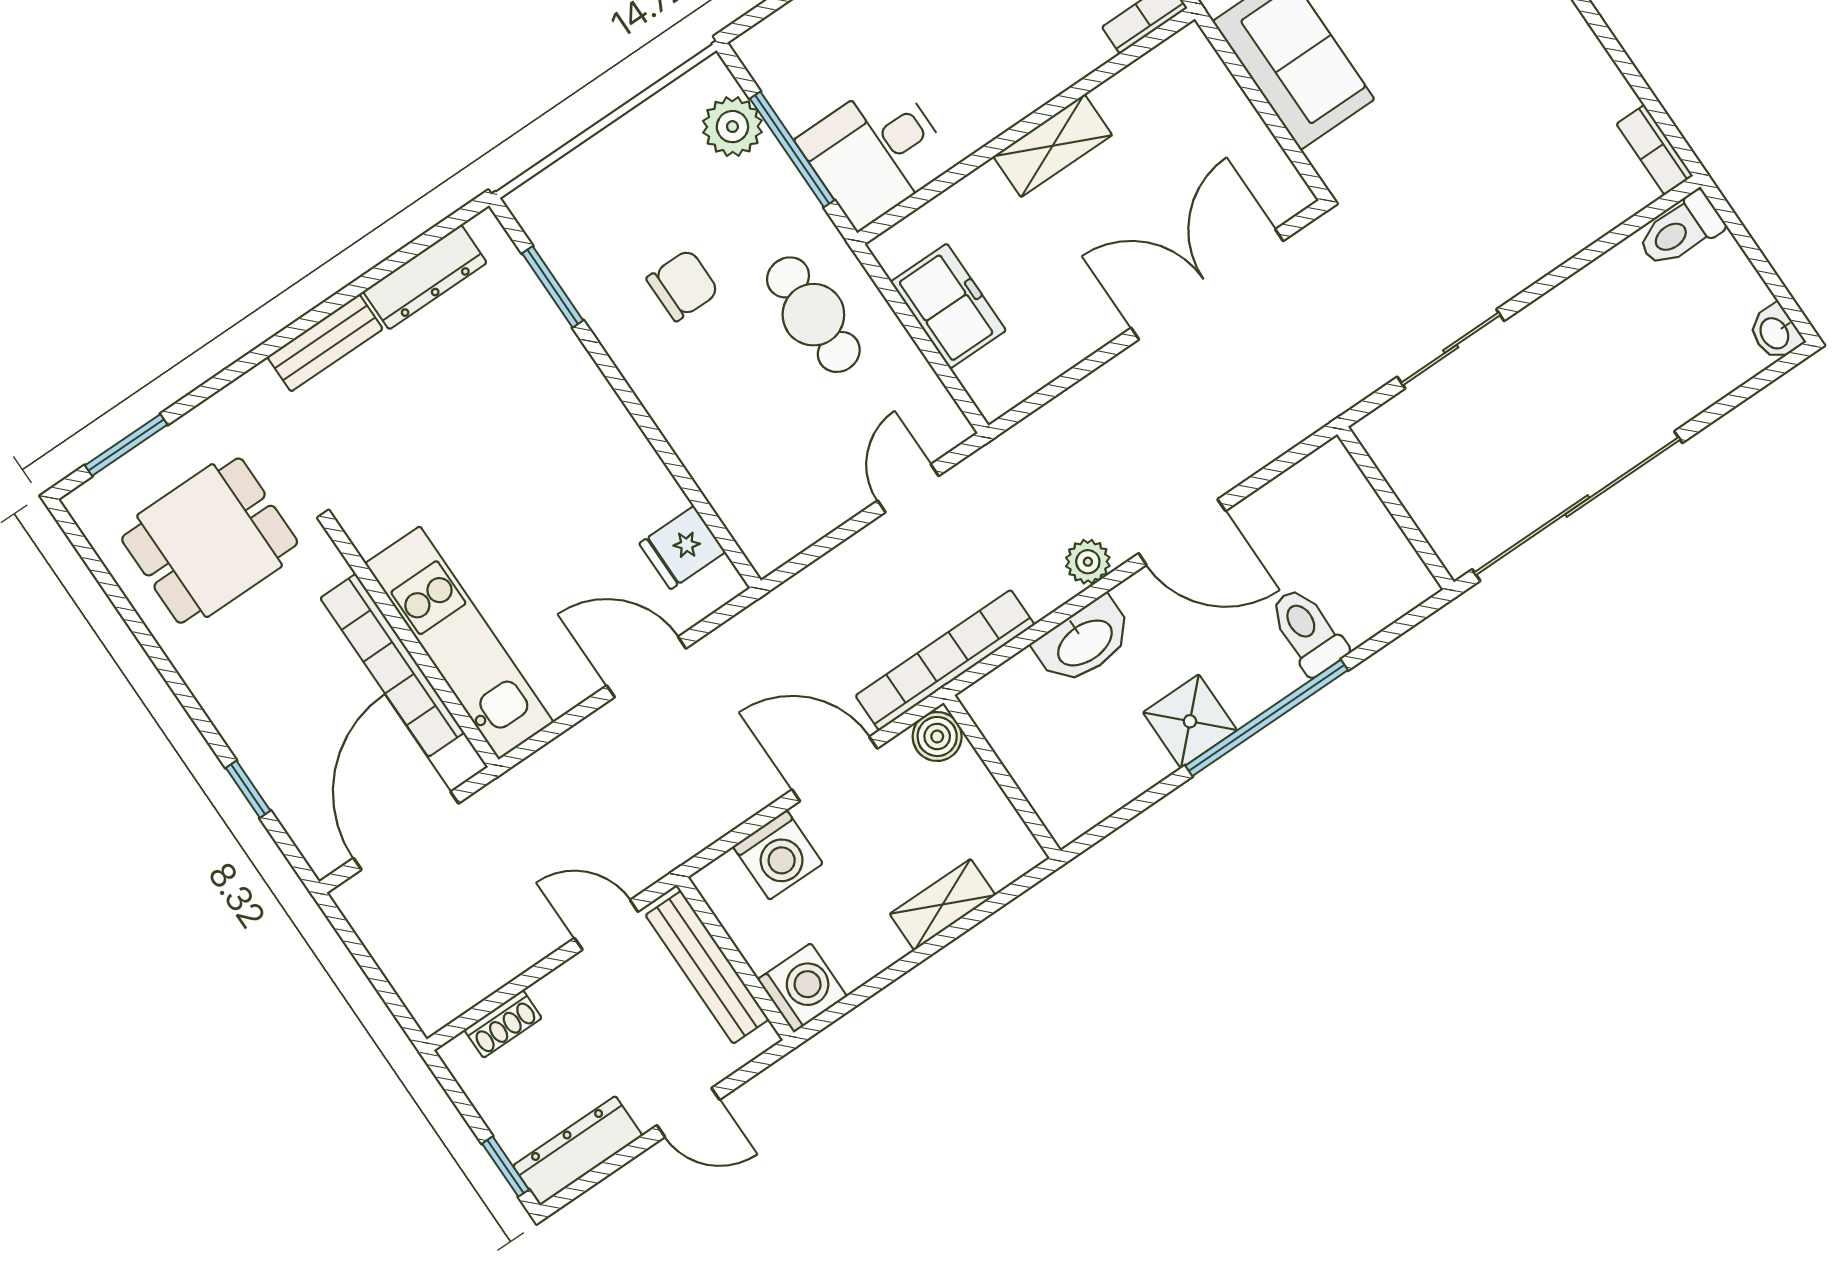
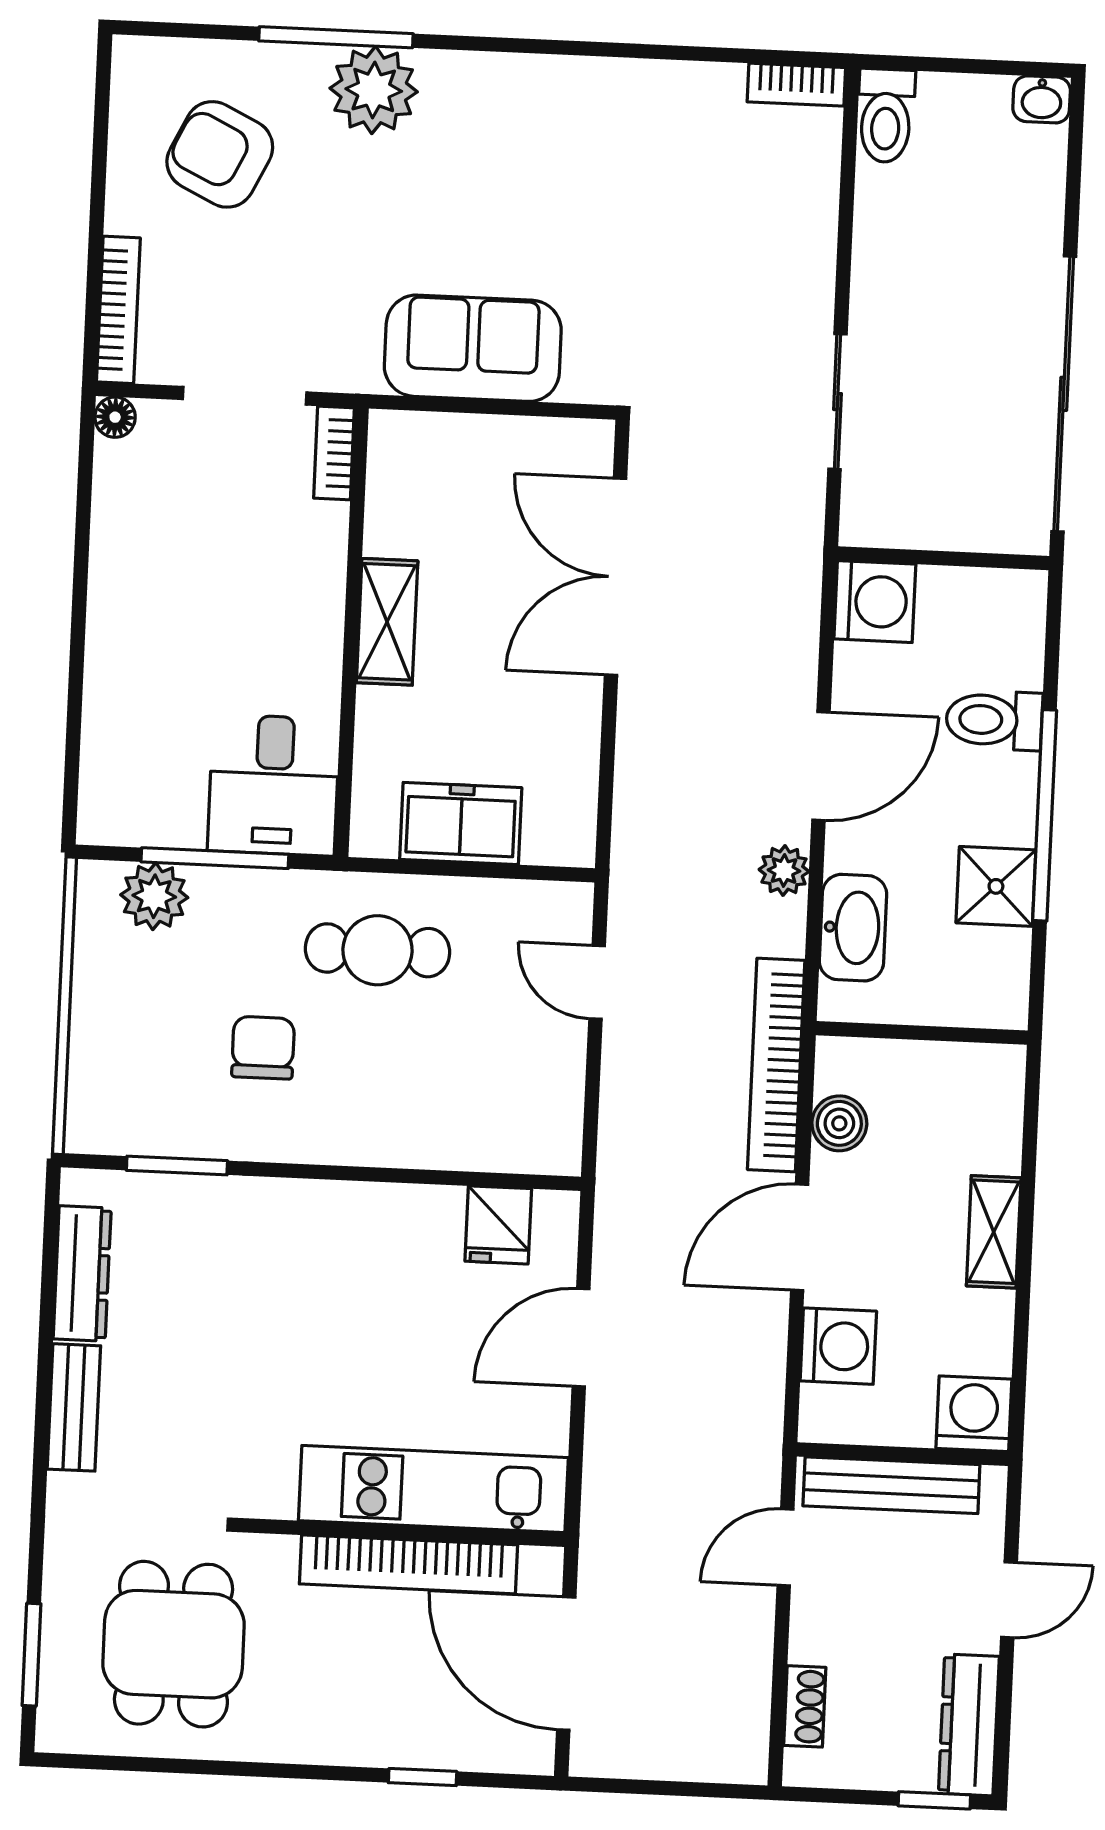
washing machine: (1328, 483) -> (875, 602), added
wall: (1002, 777) -> (922, 1033), moved

